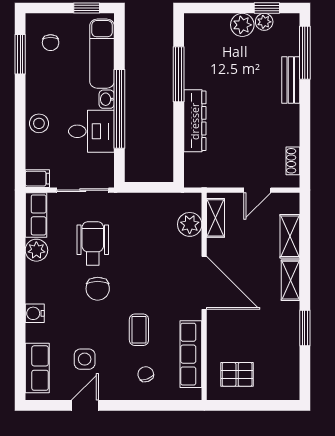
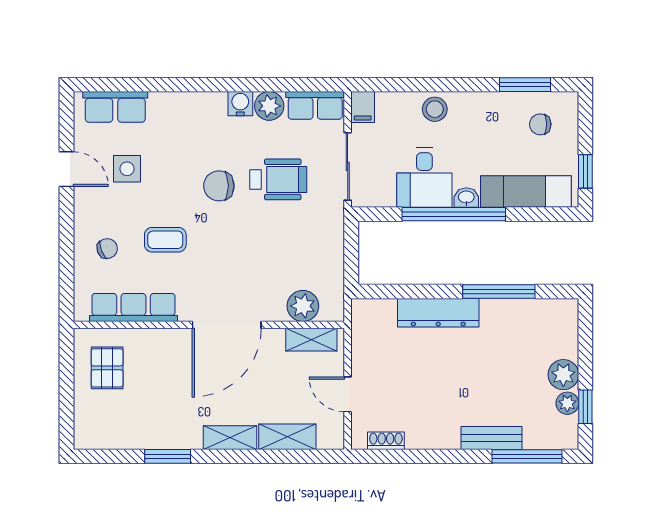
water cooler: (35, 313) -> (240, 104), moved

